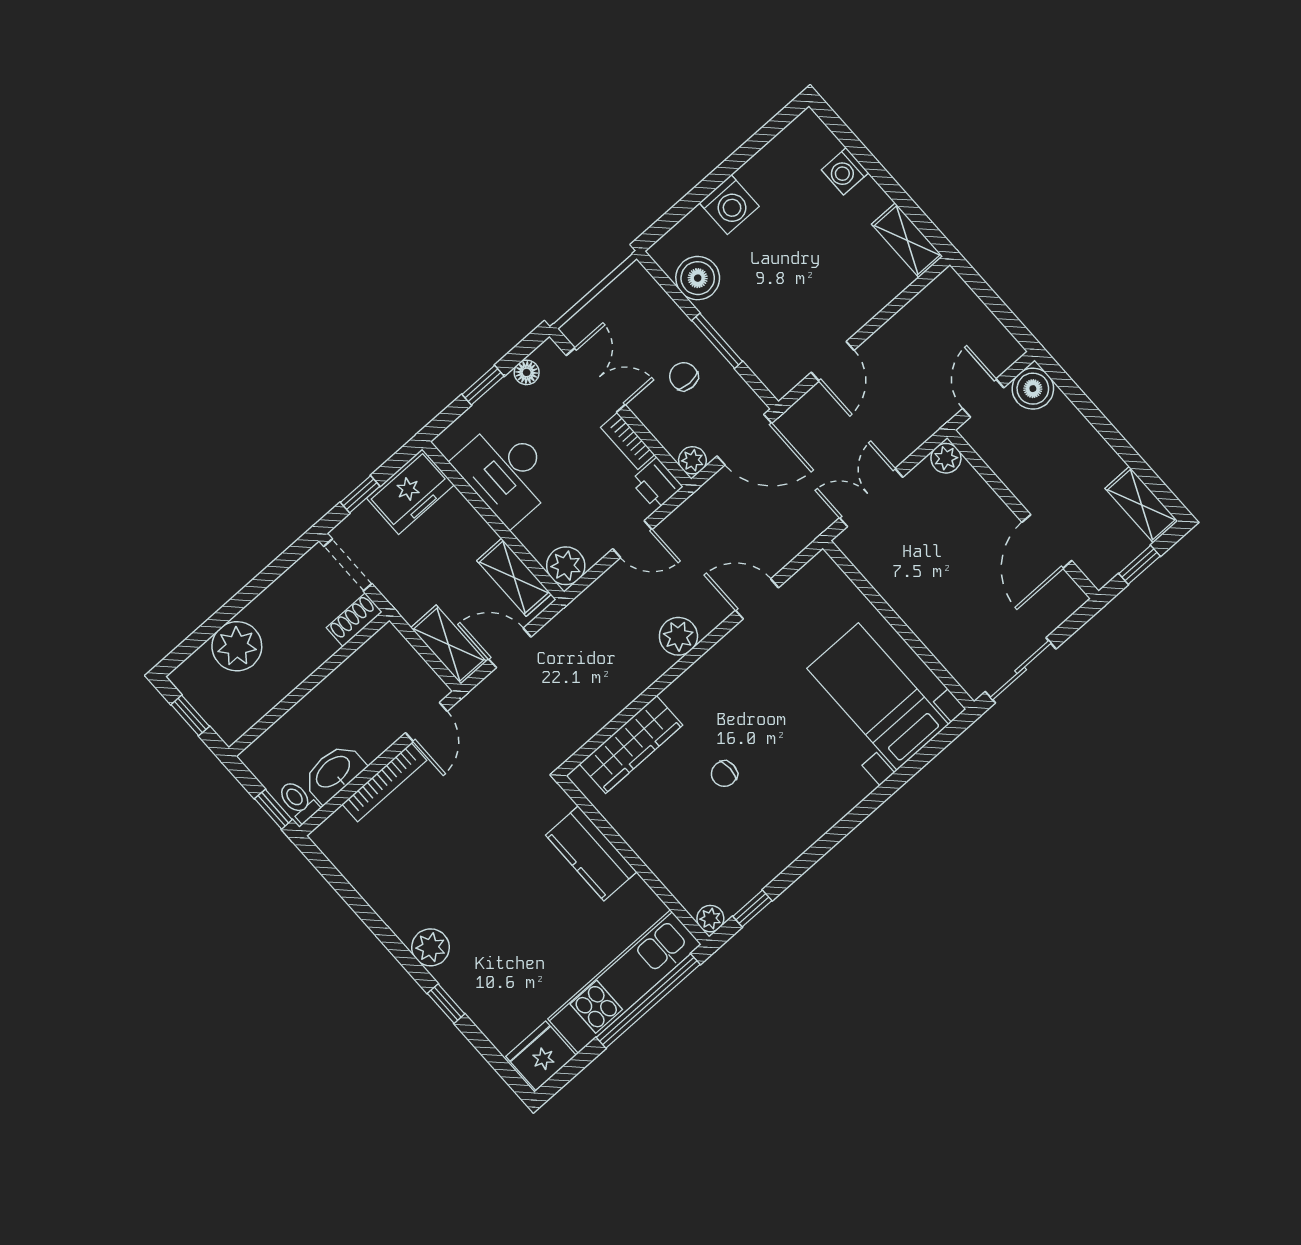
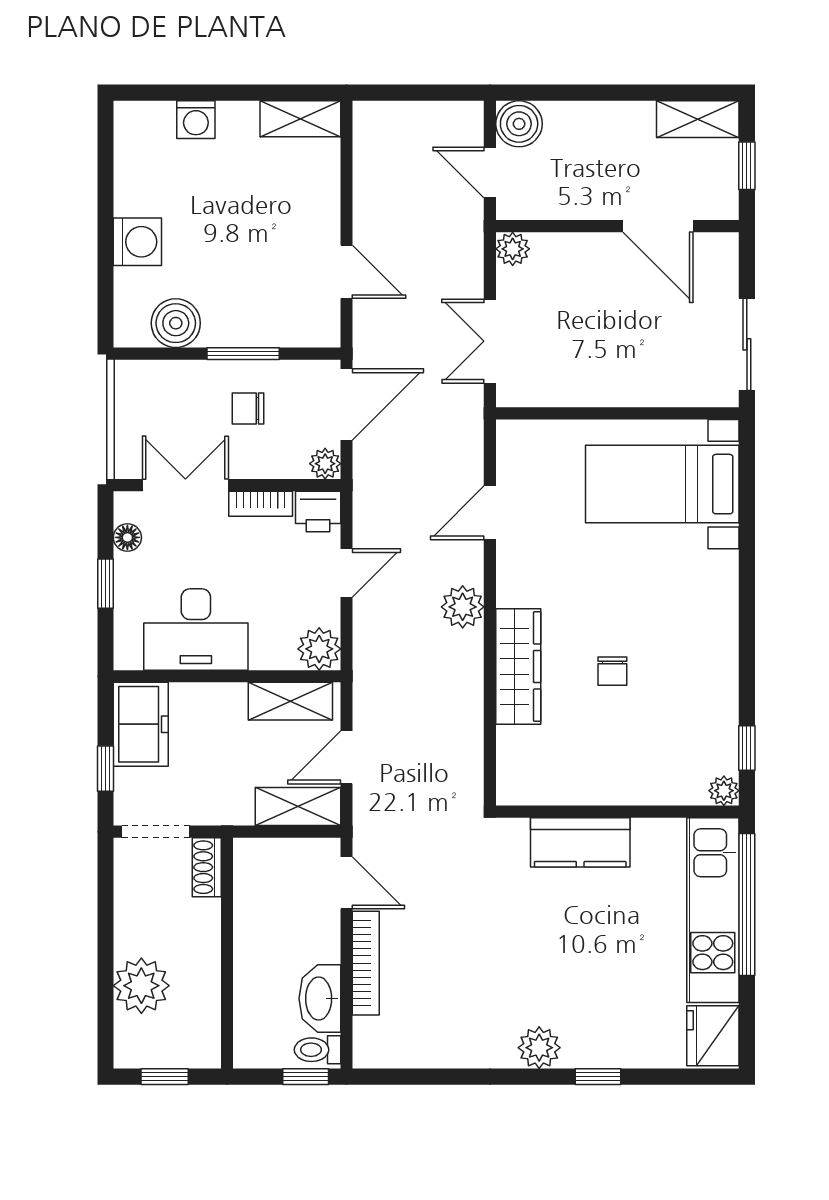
wardrobe: (631, 745) -> (518, 667), moved

